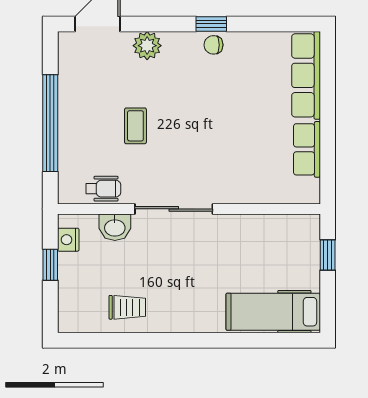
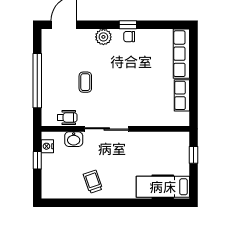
plant: (147, 46) -> (103, 37), moved
trolley: (127, 307) -> (93, 182), moved, turned -109

